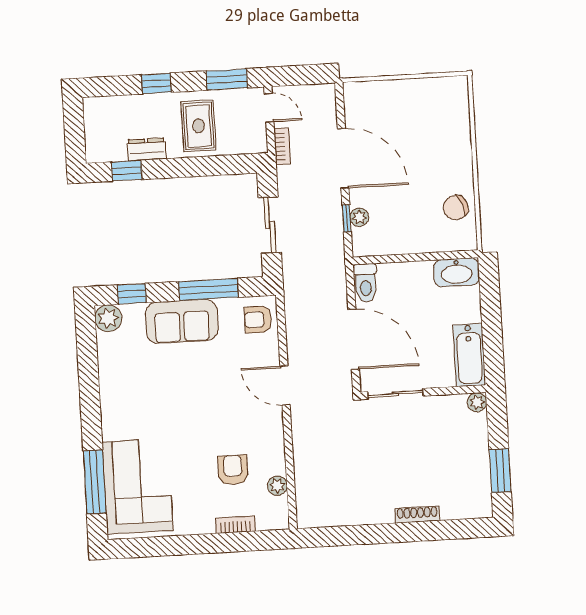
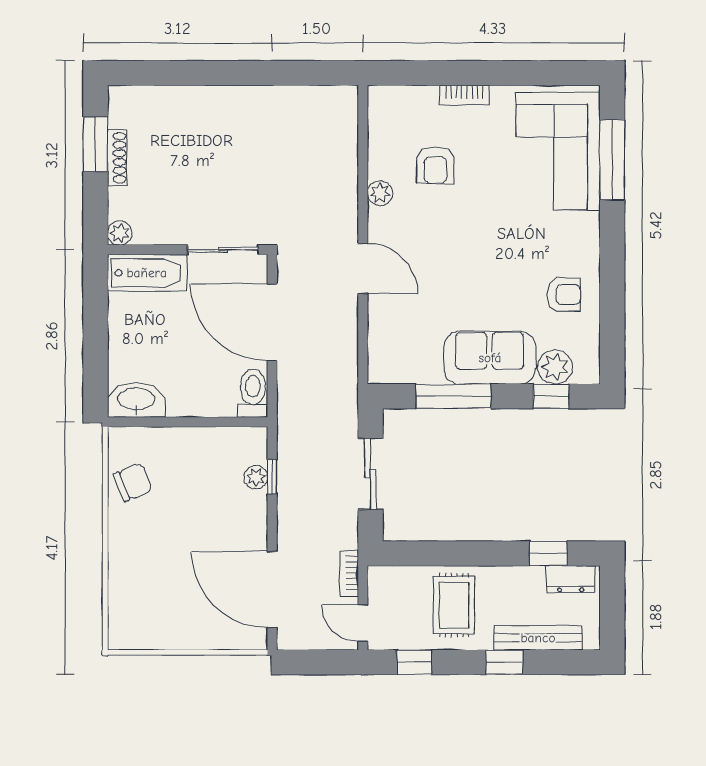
window: (227, 79) -> (414, 662), width x0.67
bench: (131, 104) -> (538, 638), added
dresser: (147, 149) -> (571, 579), moved
door: (343, 158) -> (272, 590), moved
plant: (108, 318) -> (555, 367), moved
armchair: (258, 319) -> (564, 295), moved
bathtub: (469, 355) -> (147, 273), moved, turned 90
plant: (277, 486) -> (380, 193), moved
shoe rack: (417, 514) -> (117, 158), moved, turned -90
bookcase: (235, 525) -> (464, 95), moved

